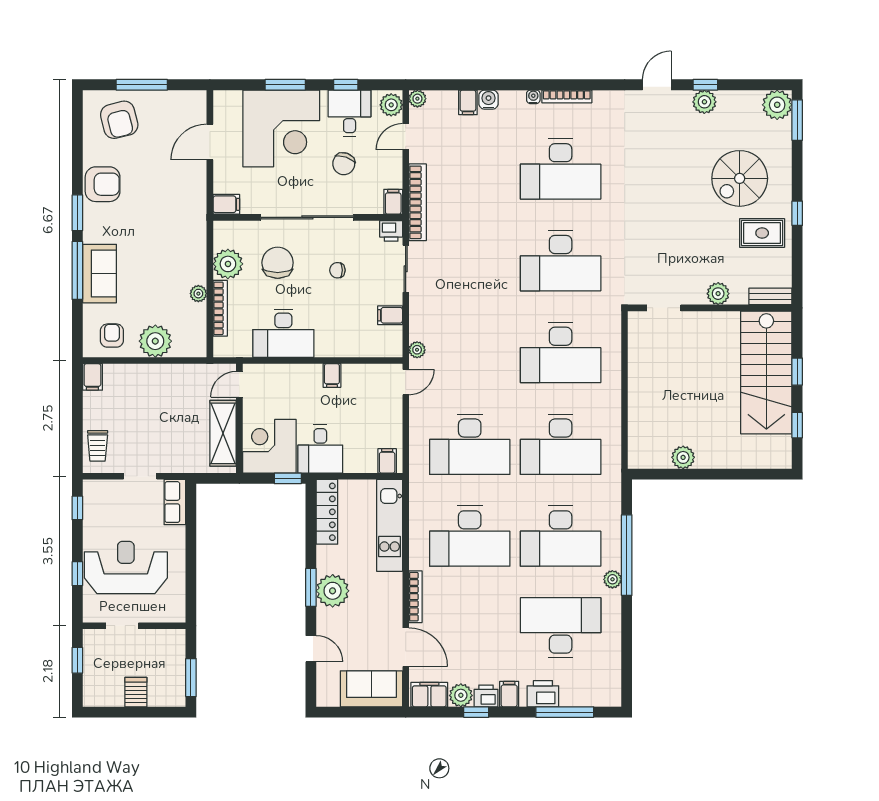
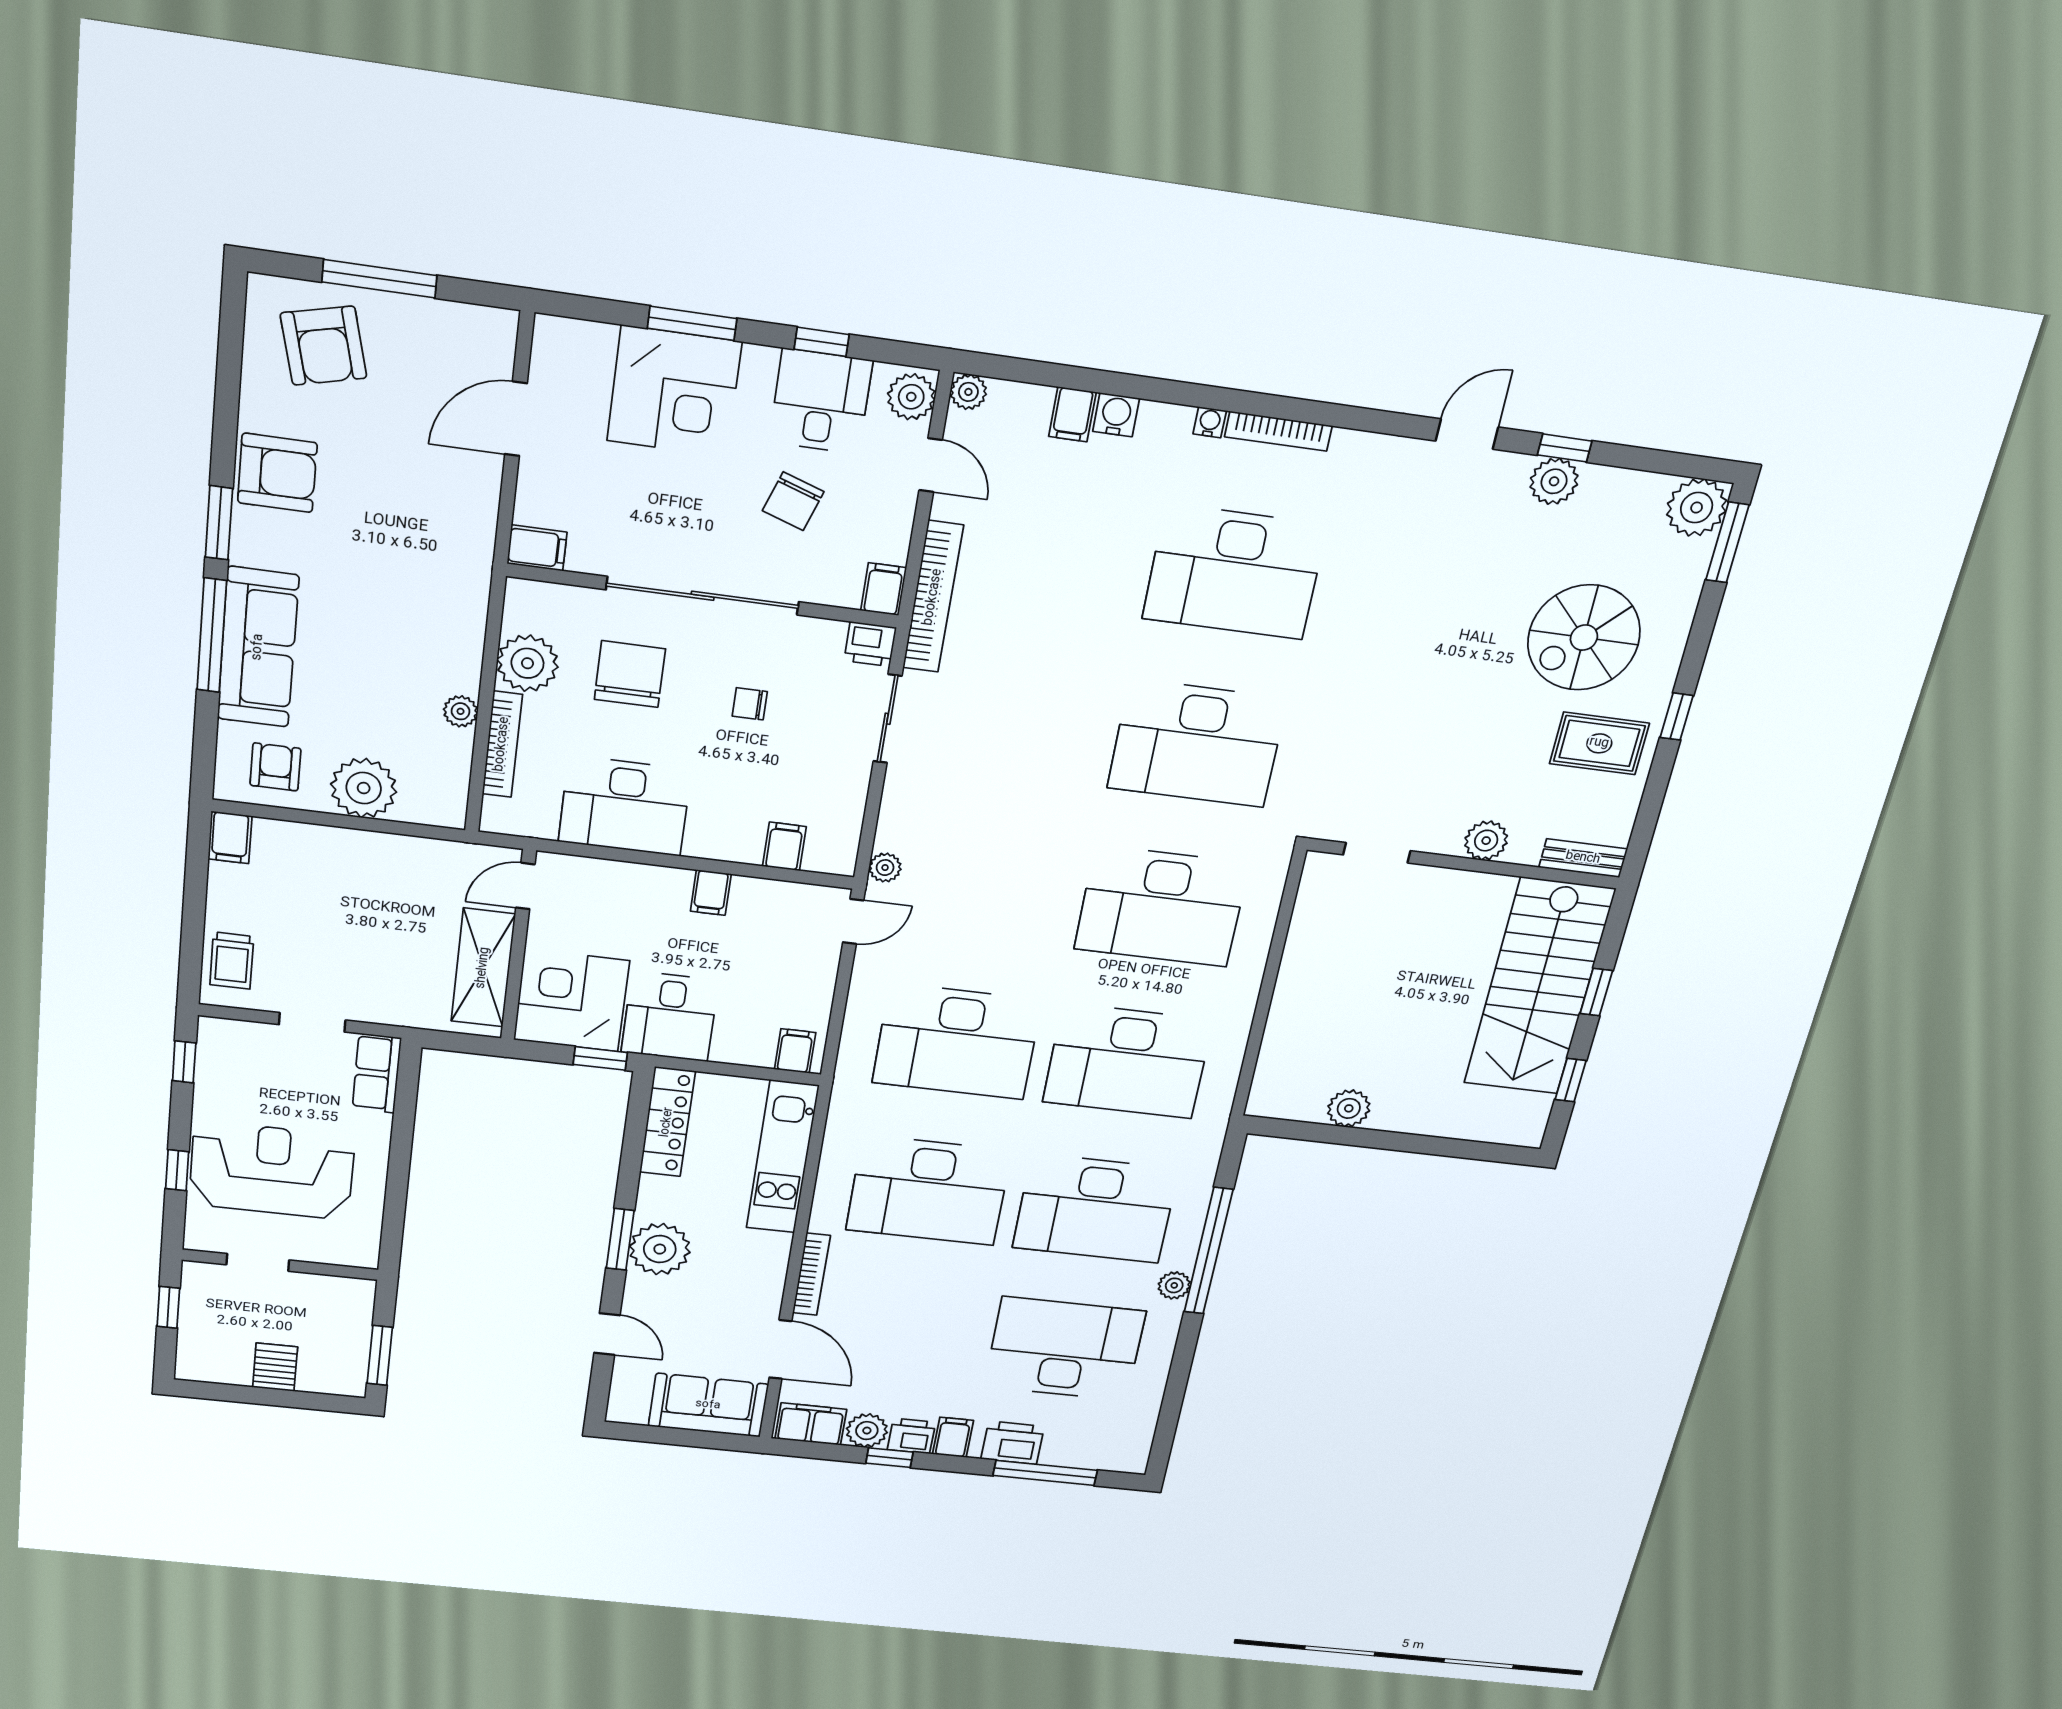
corner desk: (281, 128) -> (674, 391), width x0.74, depth x0.74
door: (406, 137) -> (931, 465), swing flipped
sofa: (99, 274) -> (258, 647), width x1.36
filing cabinet: (390, 315) -> (784, 846), moved, turned 90

